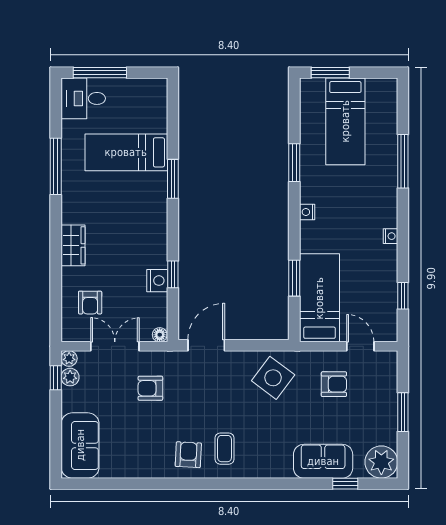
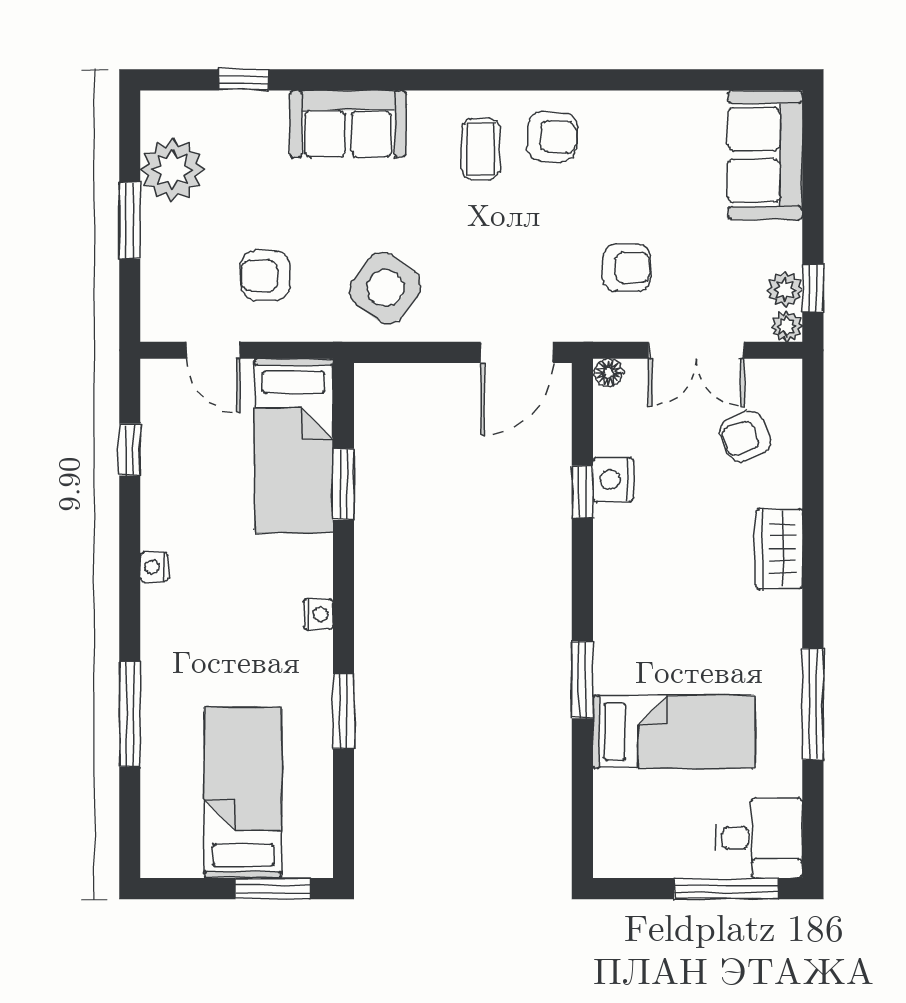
armchair: (90, 303) -> (745, 436), turned -111
armchair: (188, 455) -> (552, 137), turned -89
sofa: (323, 461) -> (348, 124), moved
plant: (381, 462) -> (172, 170), moved

